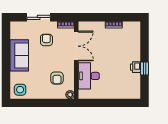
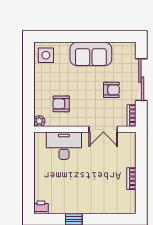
sliding door: (39, 17) -> (141, 80), width x1.37
double door: (76, 46) -> (103, 129), width x0.73
printer: (136, 67) -> (41, 207), moved

